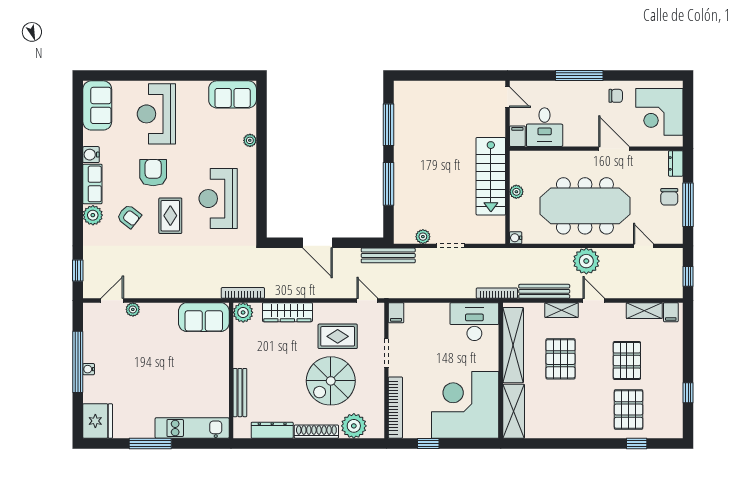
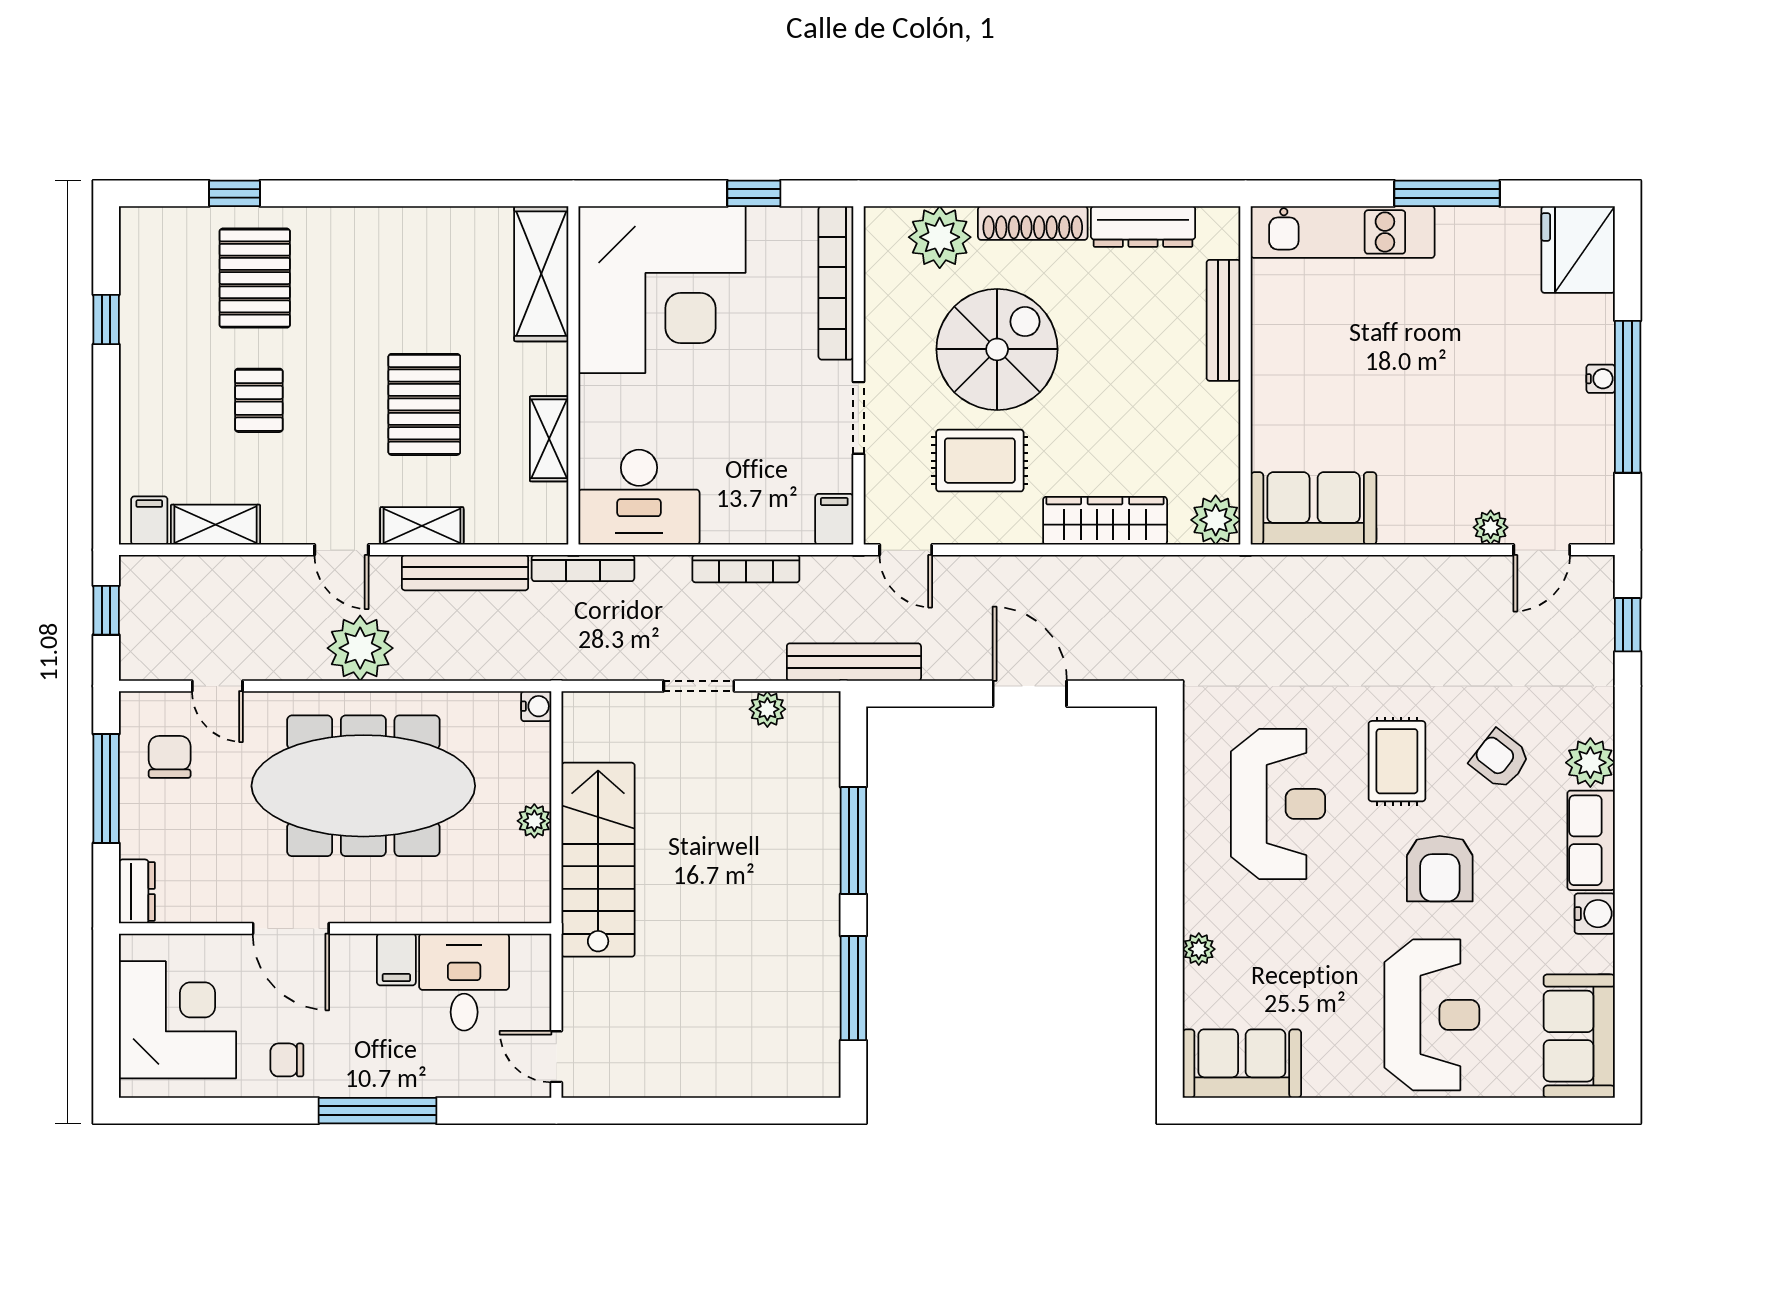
filing cabinet: (517, 136) -> (396, 959), moved
chair: (669, 197) -> (170, 757), moved
bookcase: (243, 293) -> (746, 569), moved
shelving: (513, 345) -> (549, 439), width x0.45, depth x0.75
pallet: (627, 360) -> (259, 400), width x0.67, depth x0.71

